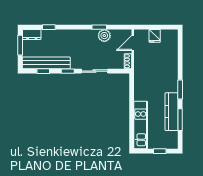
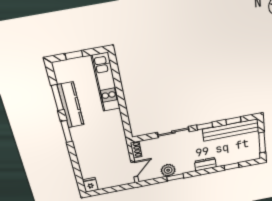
dresser: (32, 34) -> (205, 164), moved
fridge: (155, 36) -> (90, 185), moved

